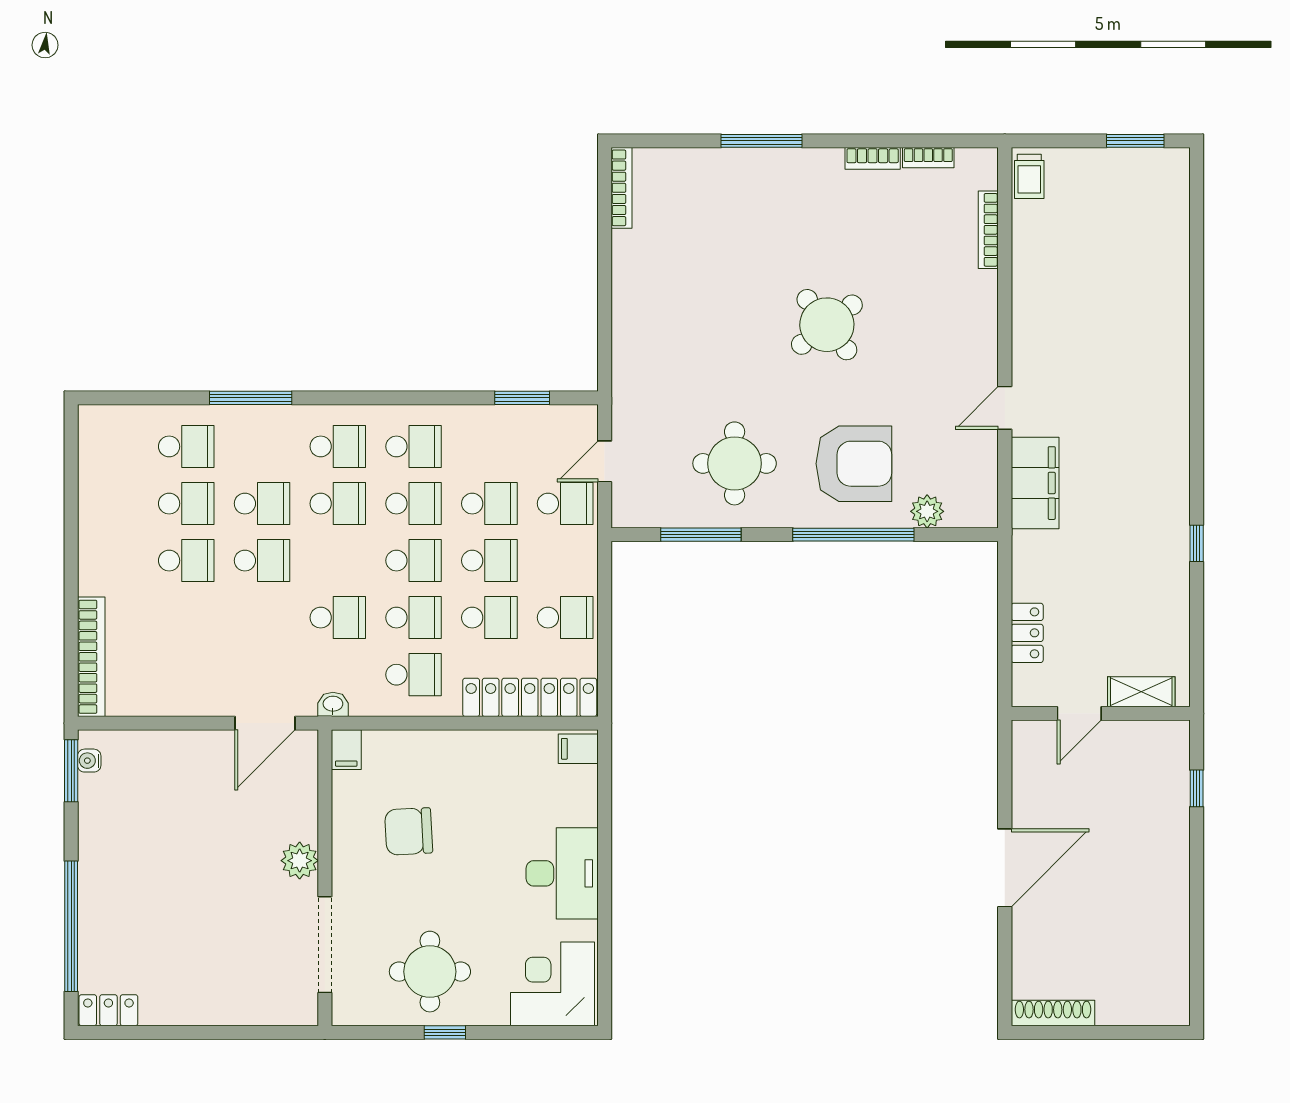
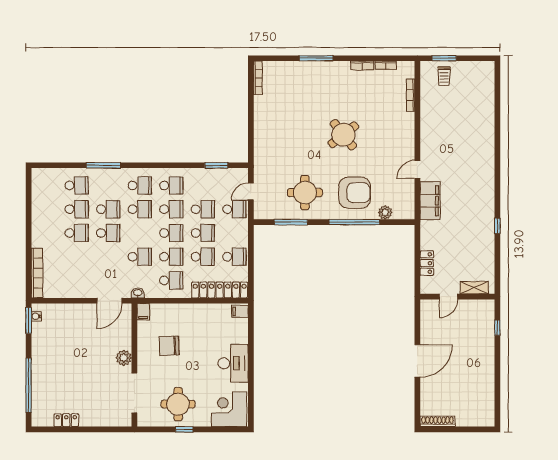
window: (1135, 141) -> (444, 58), moved
trolley: (1029, 176) -> (444, 76), moved
locker: (108, 1010) -> (66, 420), moved

